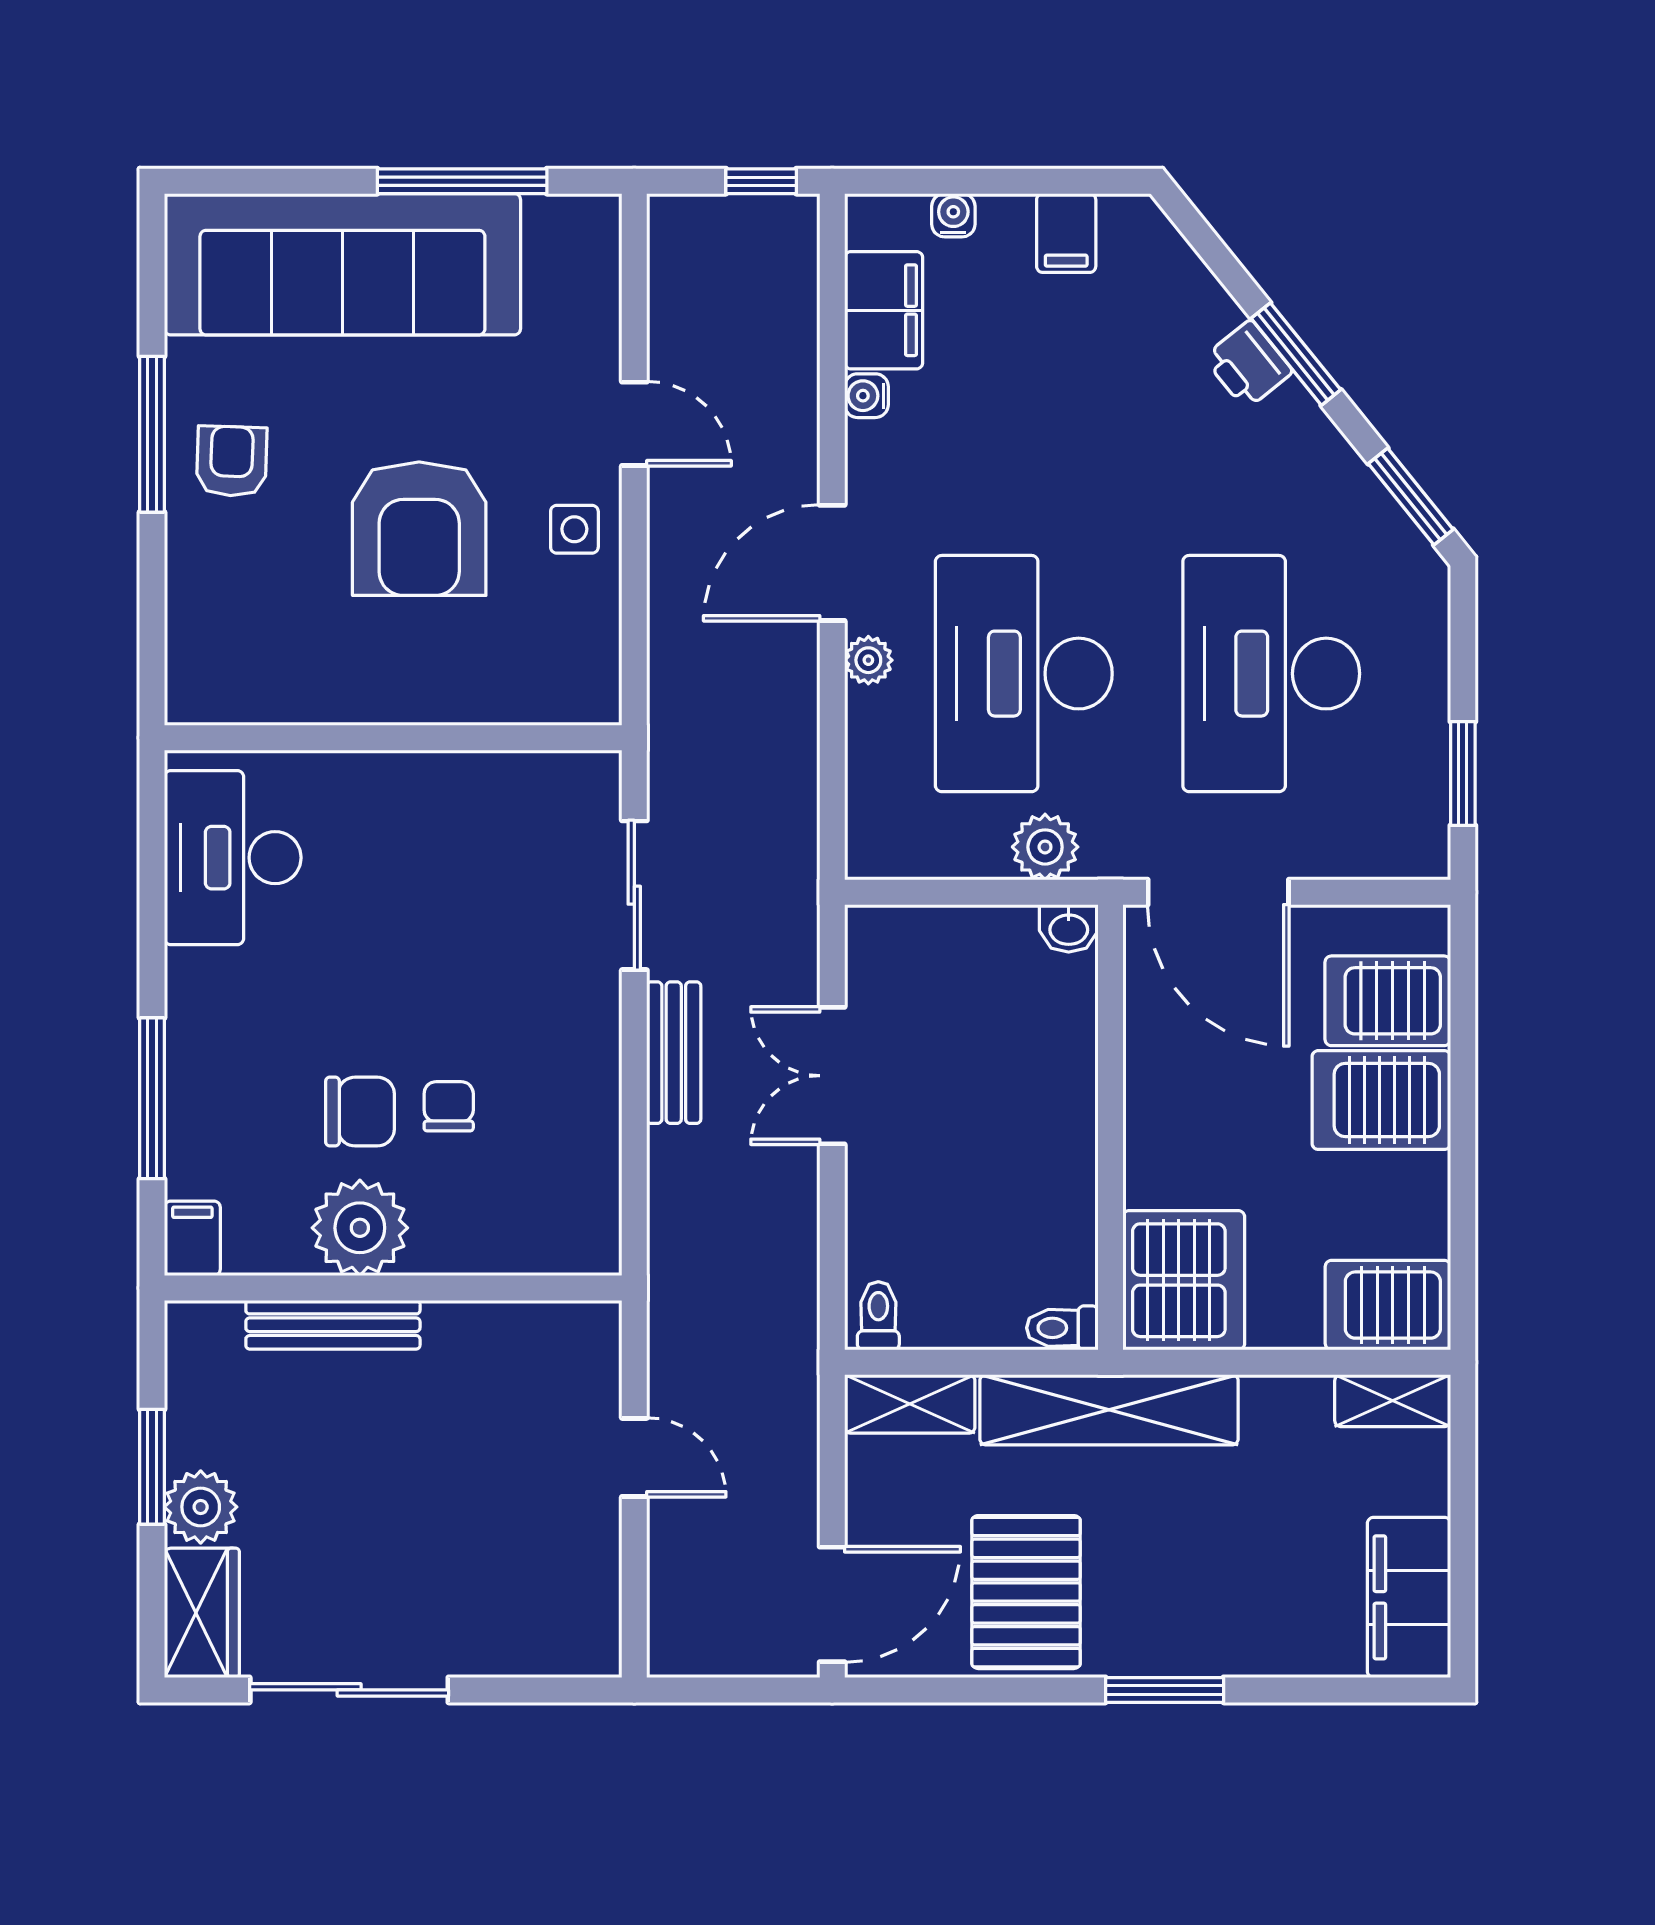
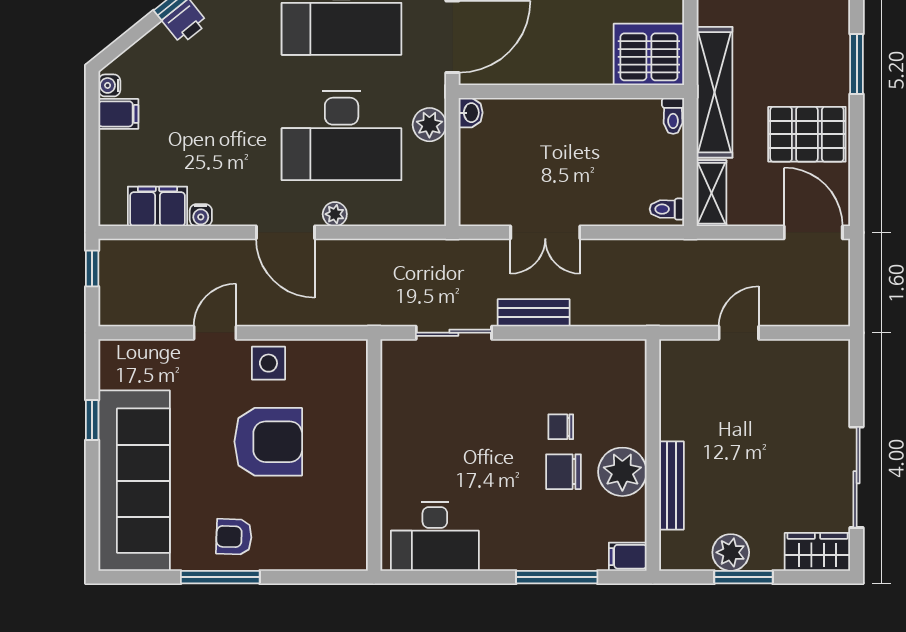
window: (462, 181) -> (92, 420), width x0.46
water cooler: (953, 215) -> (109, 85), moved
side table: (574, 529) -> (268, 363), width x1.37, depth x1.37
chair: (360, 1112) -> (563, 472), turned -90
plant: (201, 1507) -> (731, 552), moved

